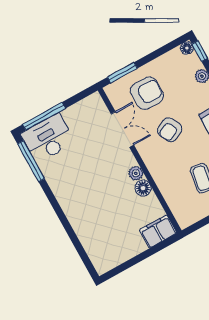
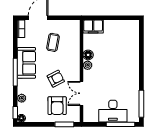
armchair: (147, 93) -> (57, 106), turned -90
desk: (48, 138) -> (113, 111), moved

